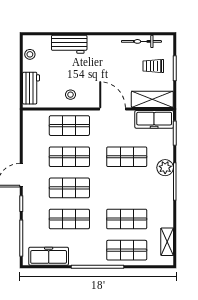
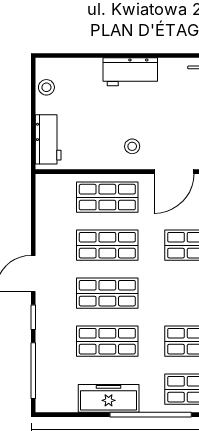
workbench: (69, 44) -> (130, 72), moved
stool: (70, 95) -> (132, 146), moved
door: (113, 109) -> (174, 172), swing flipped
freezer: (49, 256) -> (109, 398), moved

